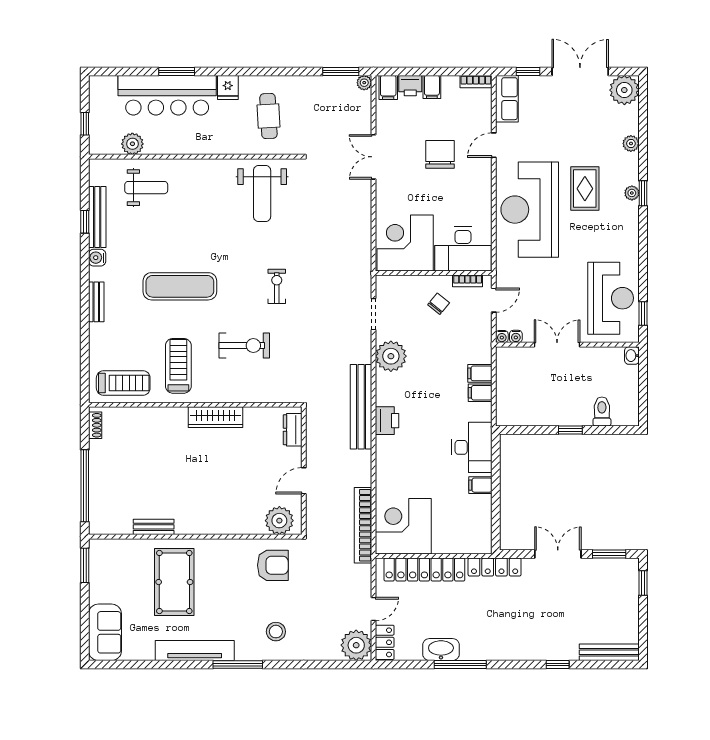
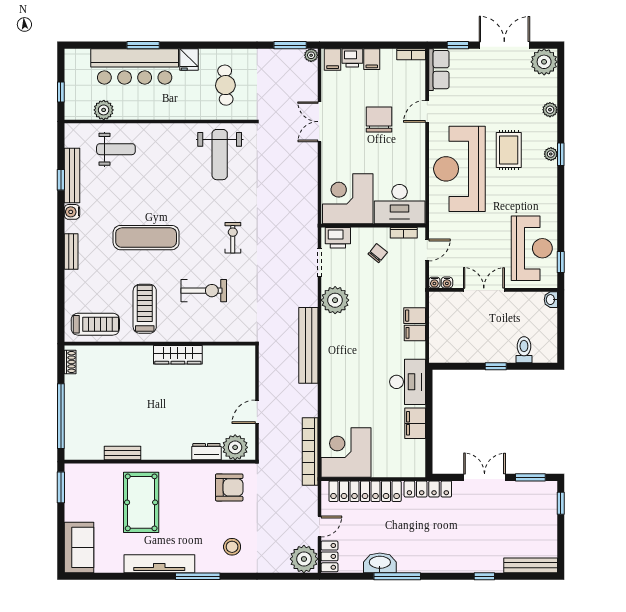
printer: (387, 421) -> (338, 238), moved, turned 90
dresser: (293, 430) -> (206, 452), moved, turned 90
filing cabinet: (480, 485) -> (415, 423), width x2.00

